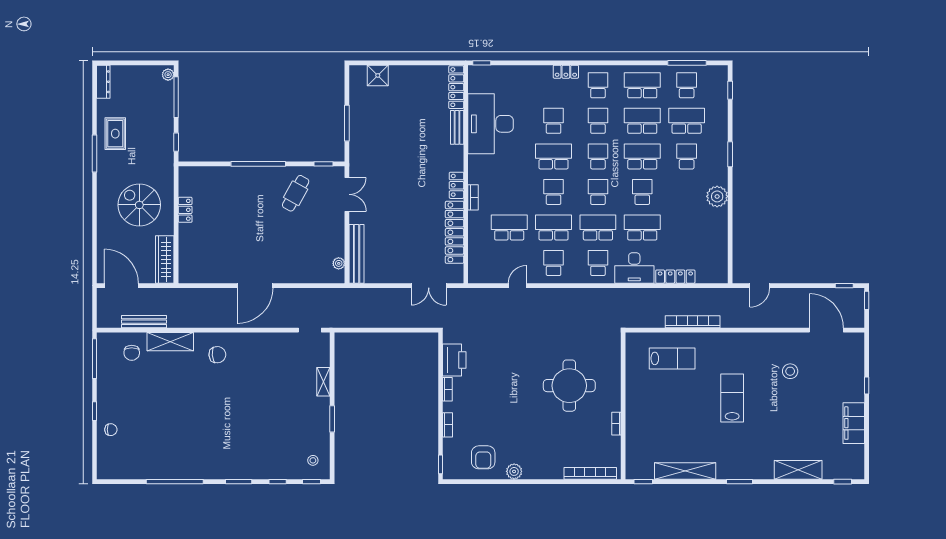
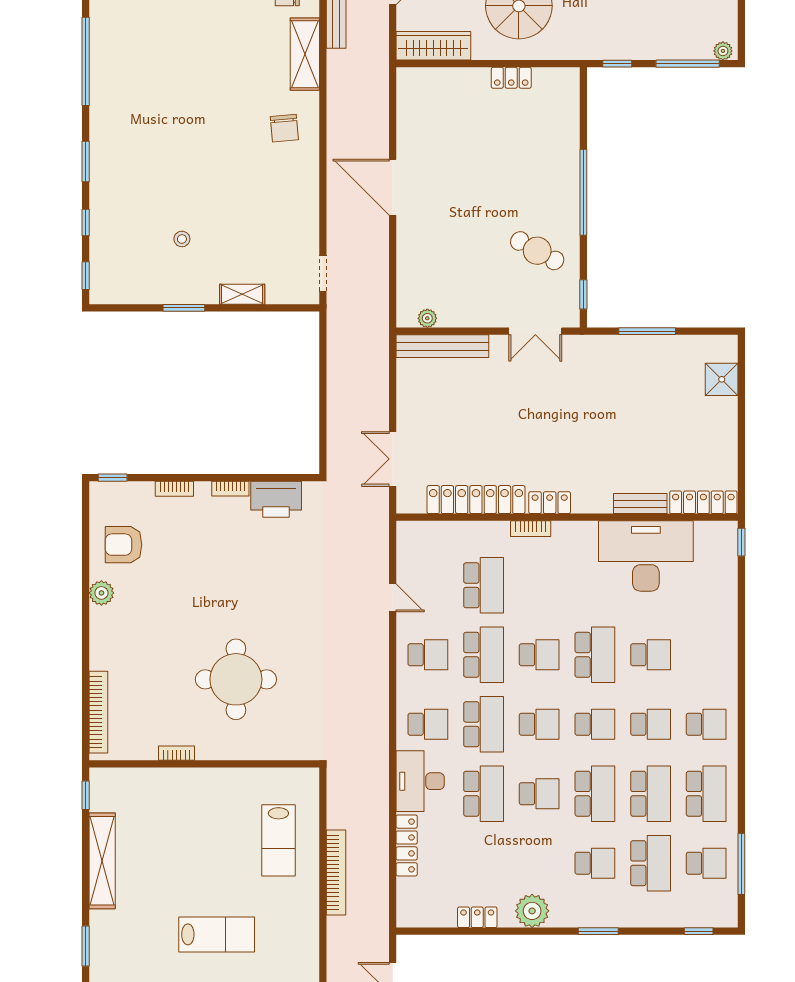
locker: (566, 72) -> (477, 917), moved, turned 90
stool: (313, 460) -> (182, 239), moved

